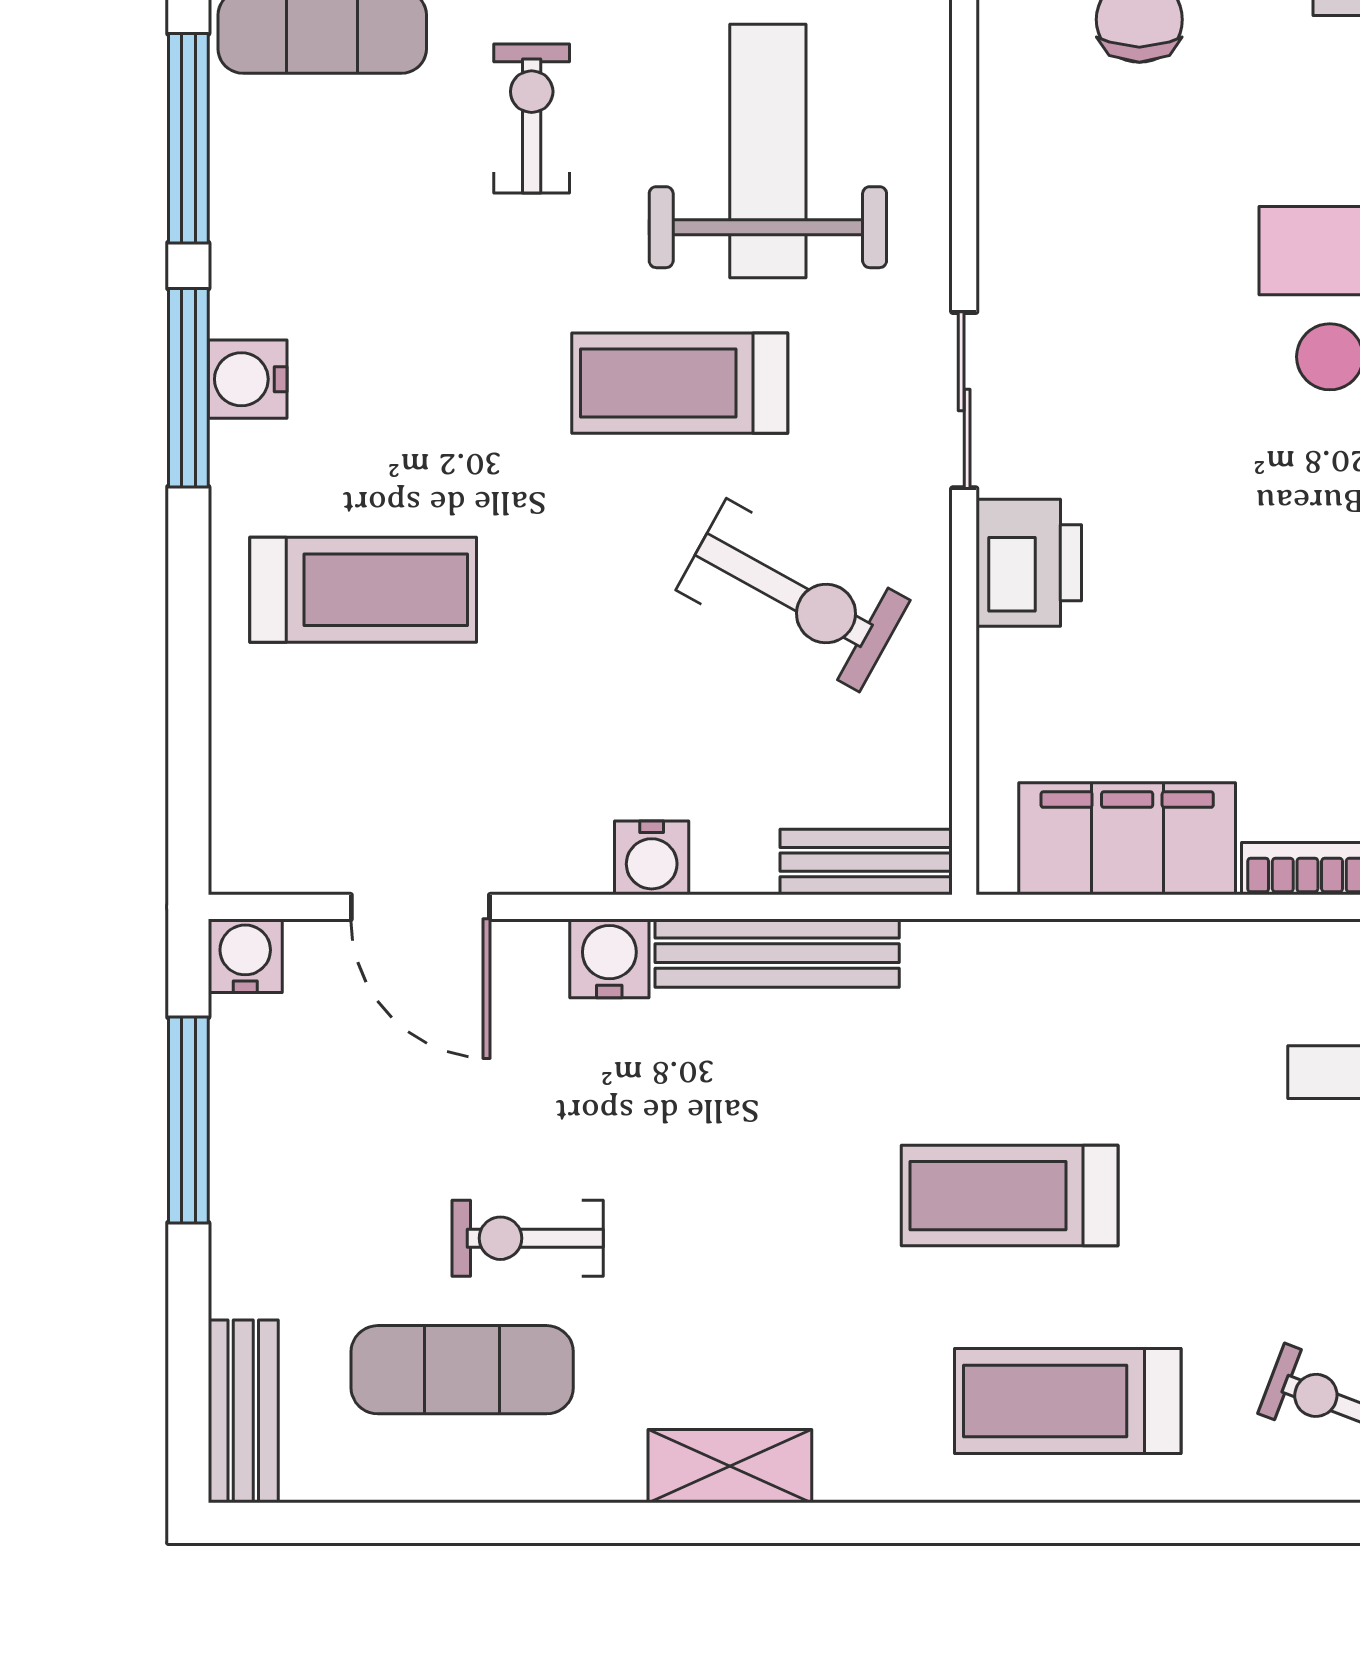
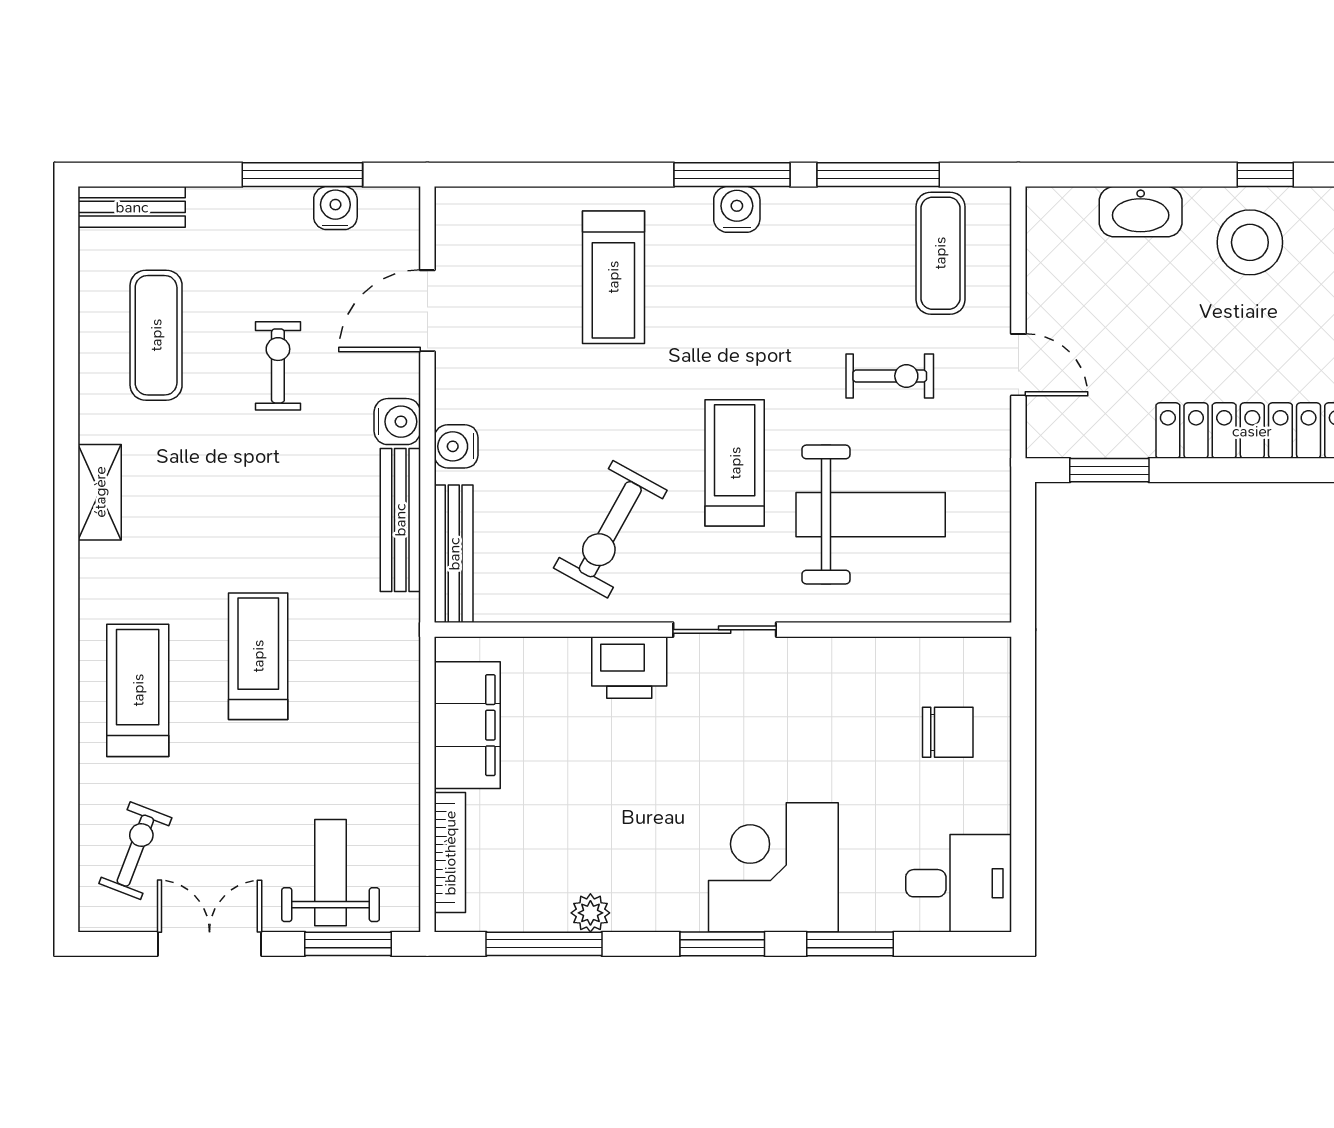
bench: (866, 862) -> (454, 554), width x1.36
water cooler: (245, 956) -> (335, 208), moved, turned -90
exercise bike: (528, 1238) -> (278, 366), moved

